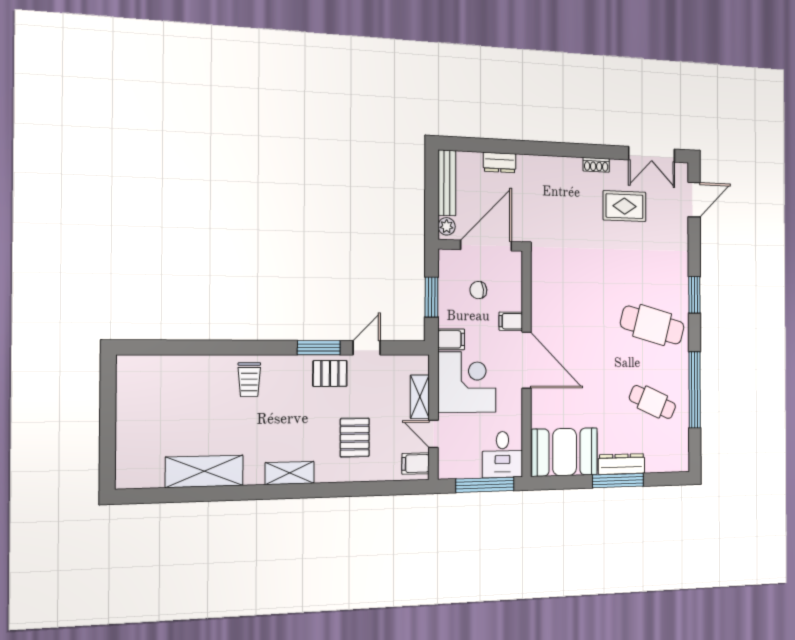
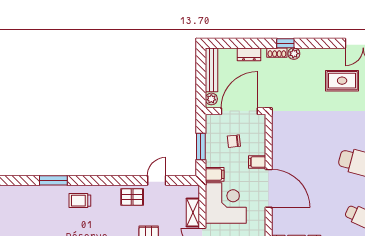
window: (549, 149) -> (285, 43), added
plant: (561, 164) -> (294, 54), added
shoe rack: (596, 165) -> (277, 53), moved
window: (319, 348) -> (53, 180), moved
trolley: (249, 380) -> (80, 201), turned 90

